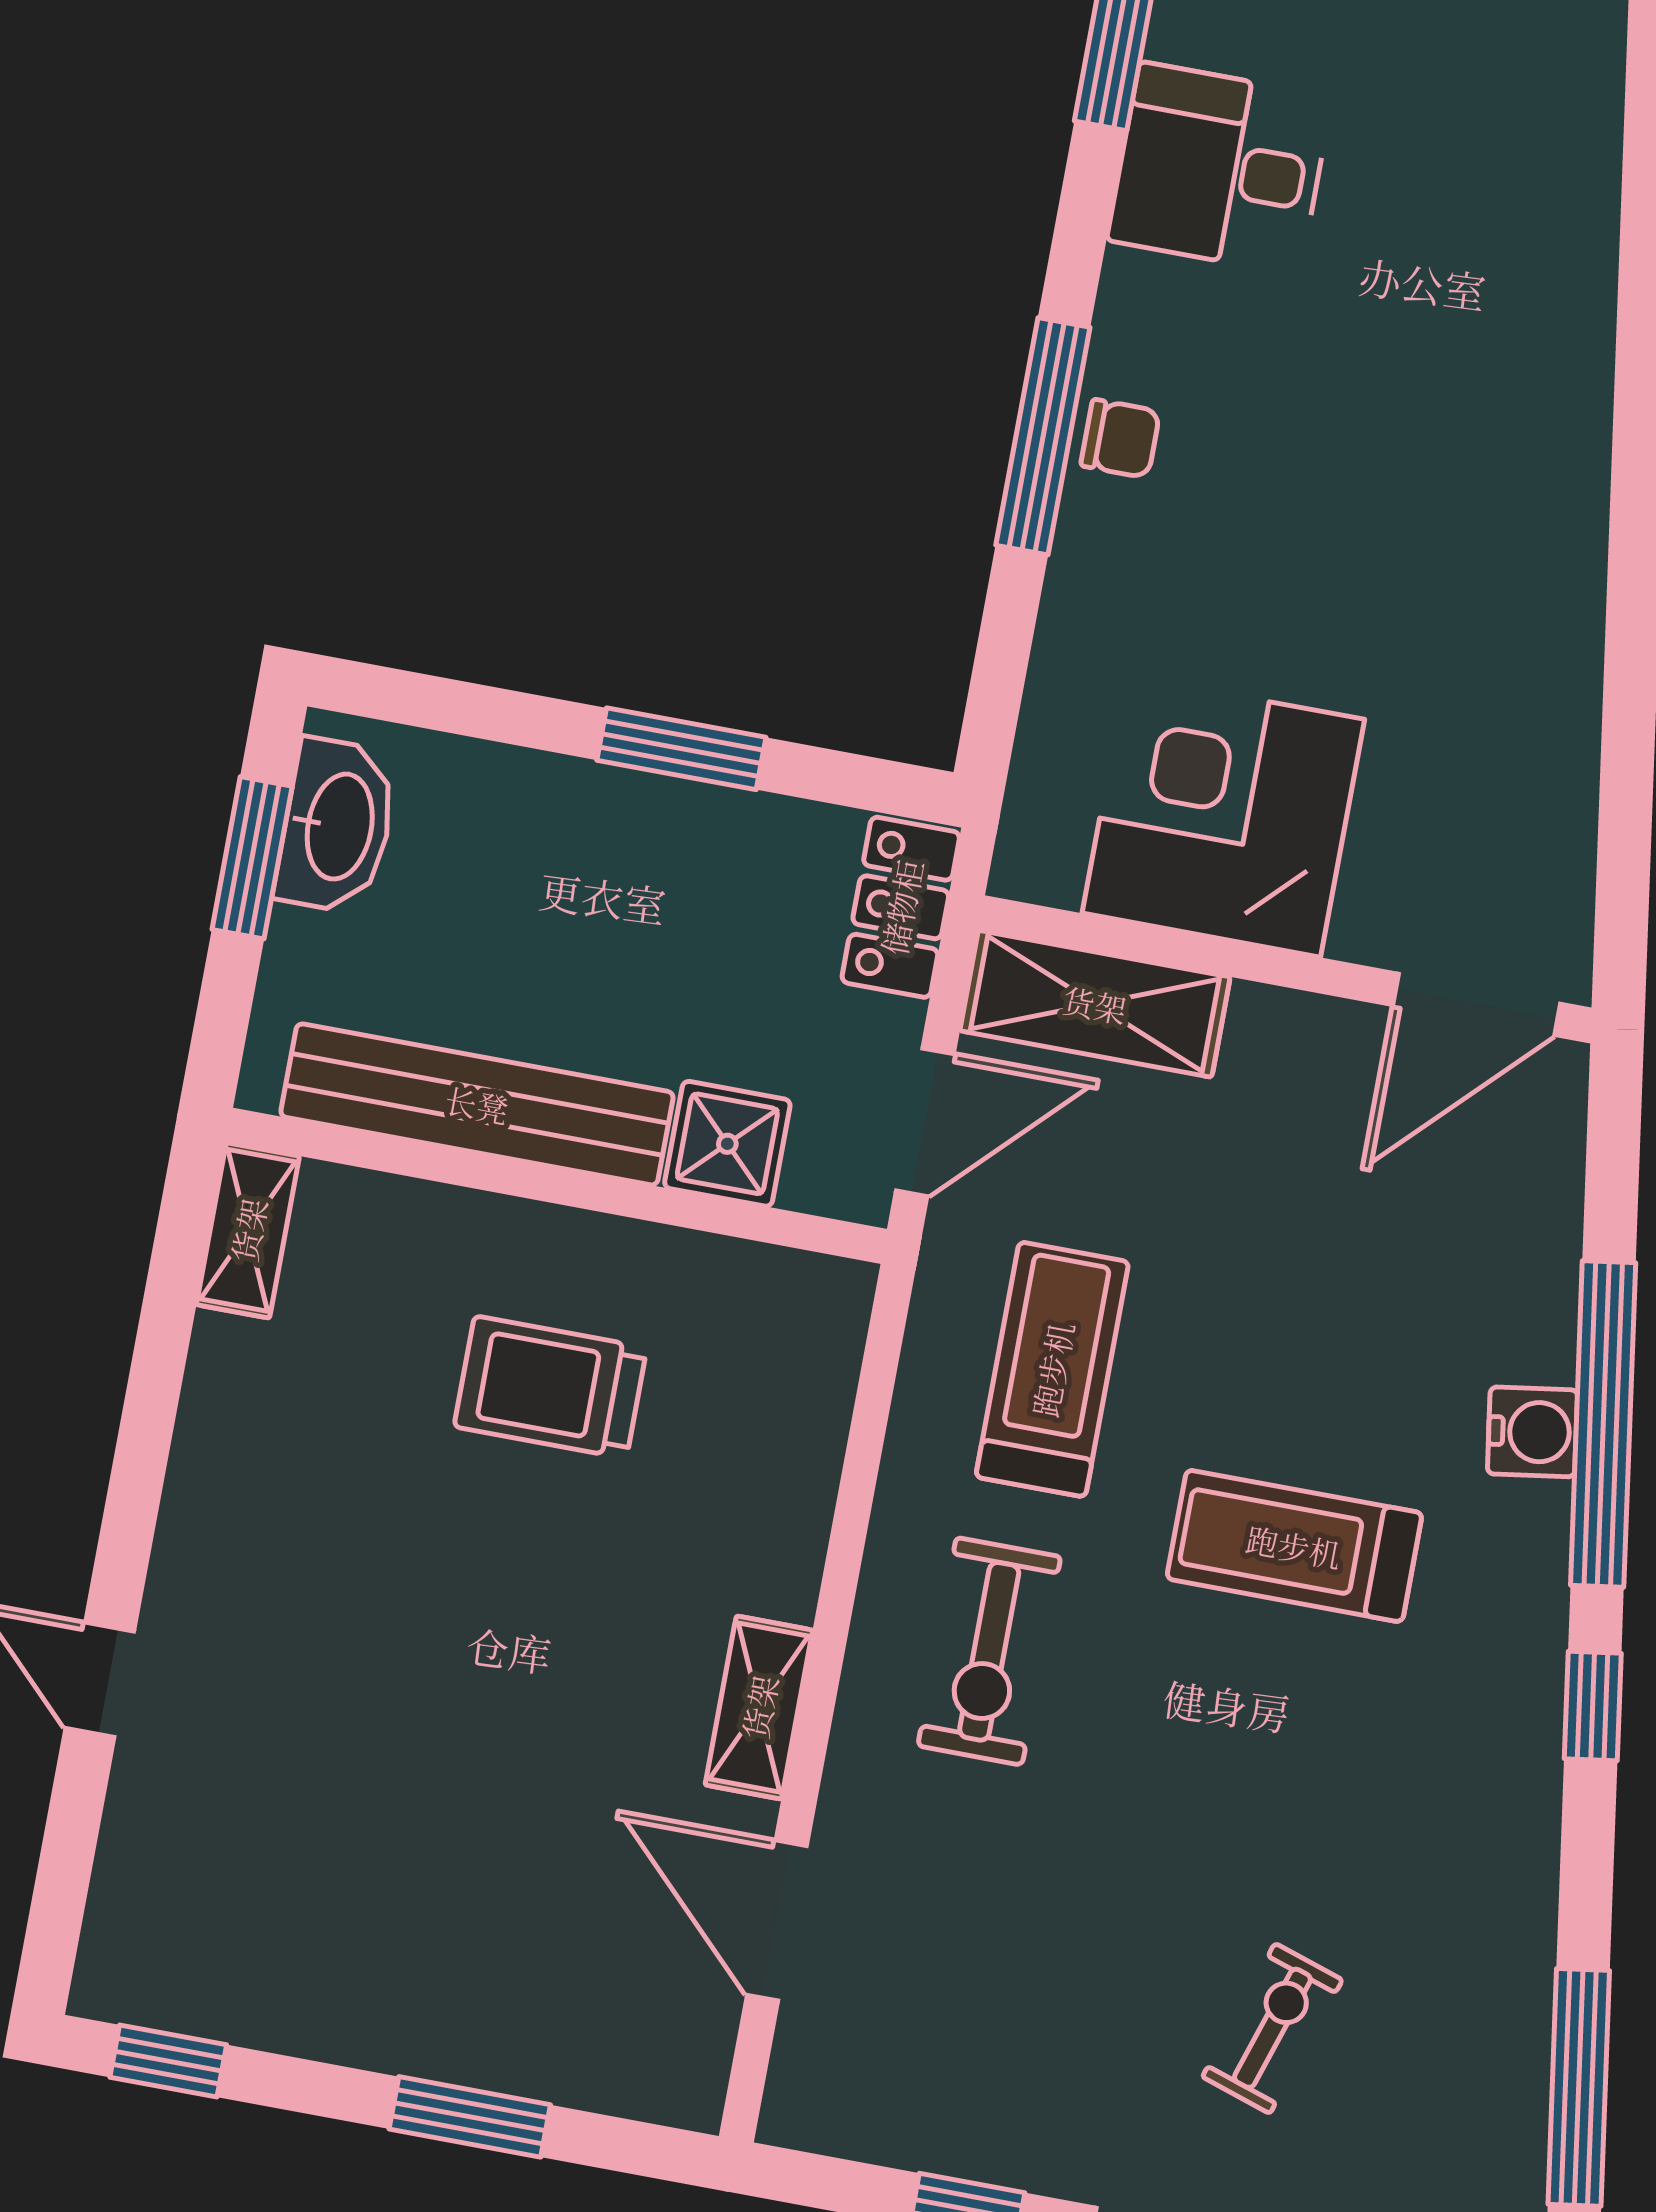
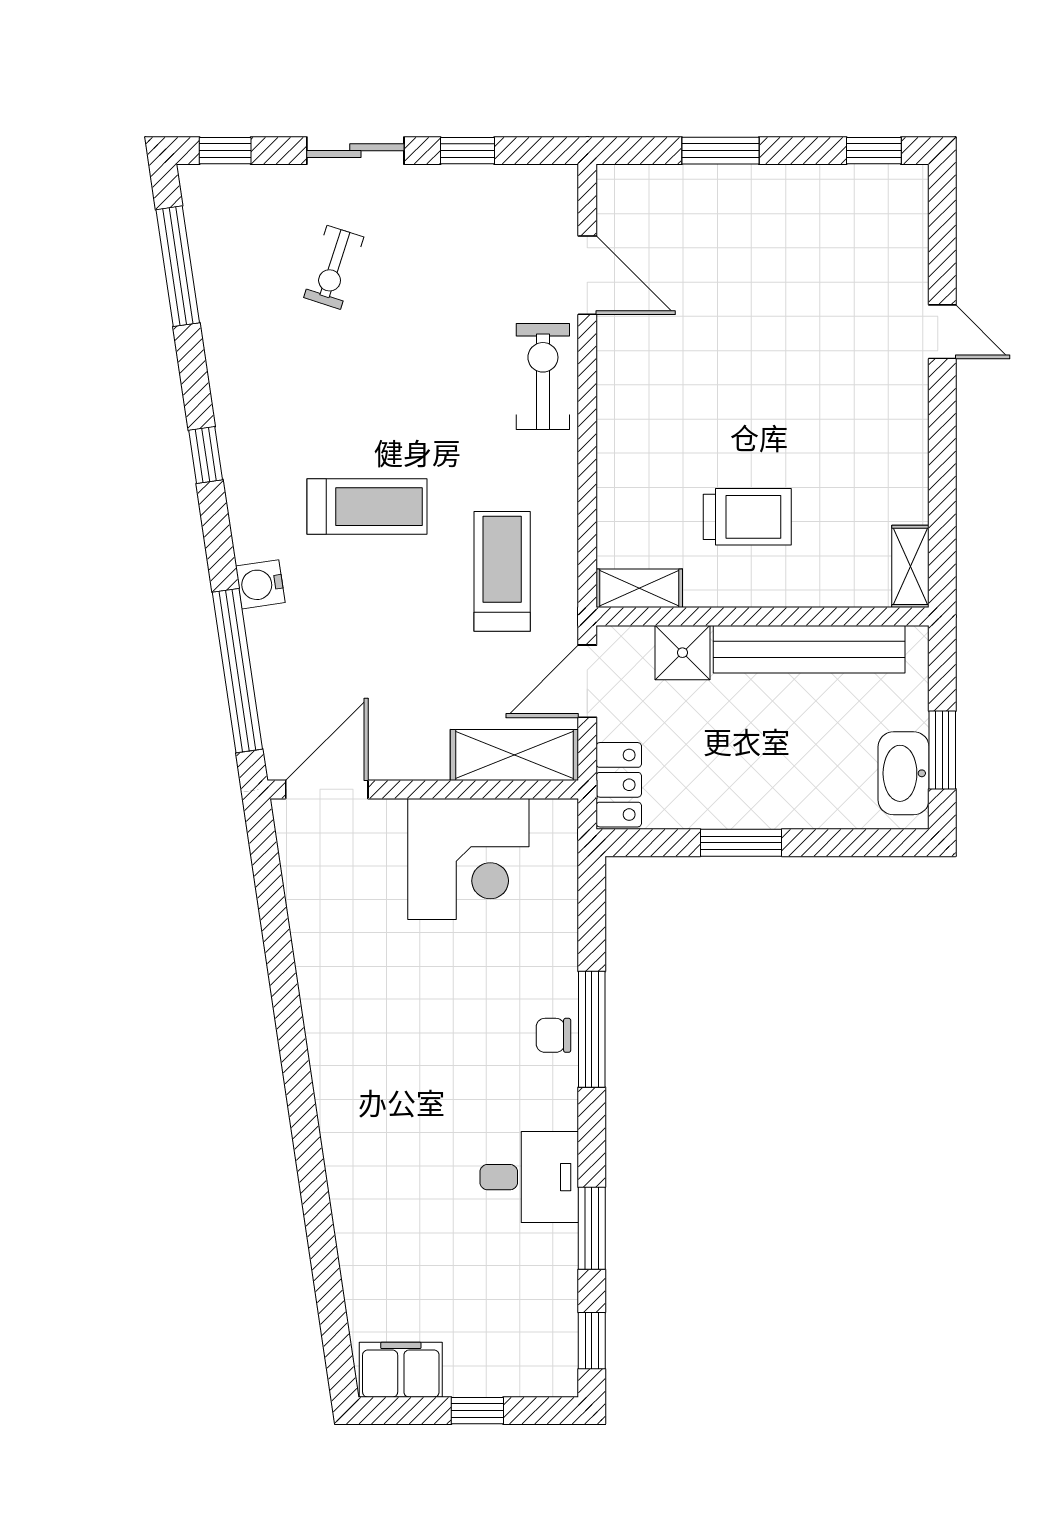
treadmill: (1052, 1369) -> (502, 571), turned 180
window: (1603, 1424) -> (237, 671), moved
exercise bike: (989, 1651) -> (543, 376), moved
shelving: (759, 1707) -> (639, 588), moved, turned 90

